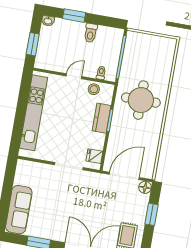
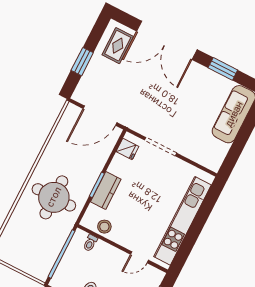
door: (74, 76) -> (139, 257), moved
floor lamp: (145, 187) -> (80, 95), removed

